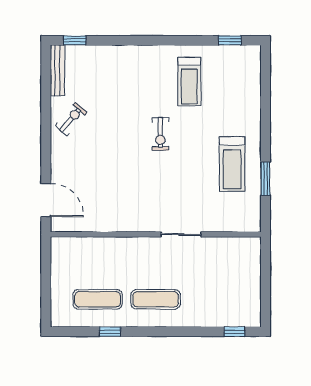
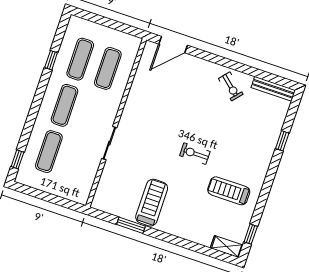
window: (75, 40) -> (282, 141), moved
shelving: (253, 63) -> (227, 247), added
treadmill: (232, 164) -> (152, 203), turned 90
exercise mat: (98, 264) -> (108, 68), added
exercise mat: (214, 299) -> (49, 152), added

